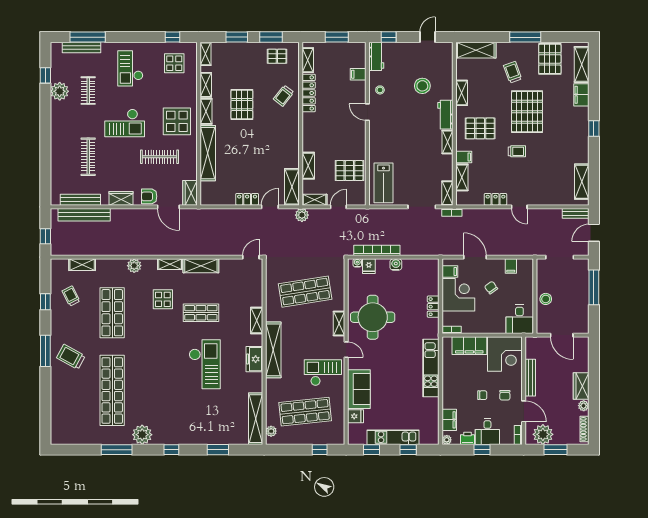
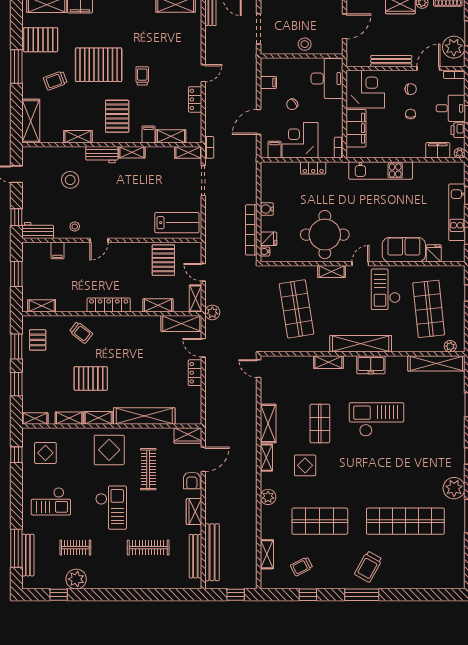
locker: (309, 93) -> (109, 305), moved
desk: (519, 319) -> (327, 79), width x1.37

